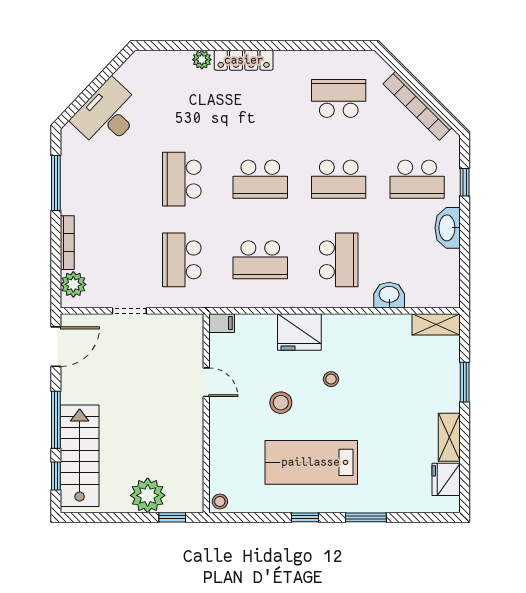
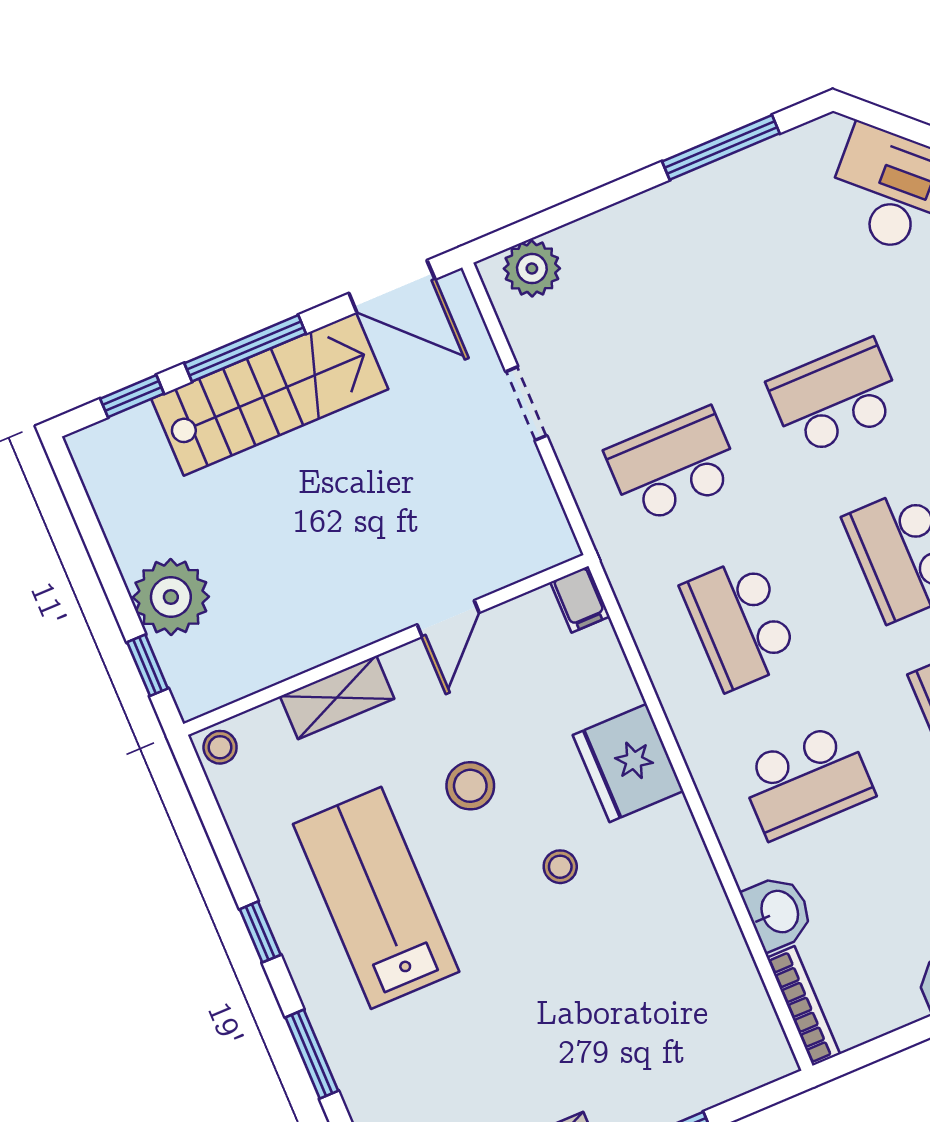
bookcase: (67, 243) -> (803, 1006), moved, turned -90
shelving: (436, 324) -> (337, 697), moved, turned 90
stairs: (80, 456) -> (270, 394), moved

